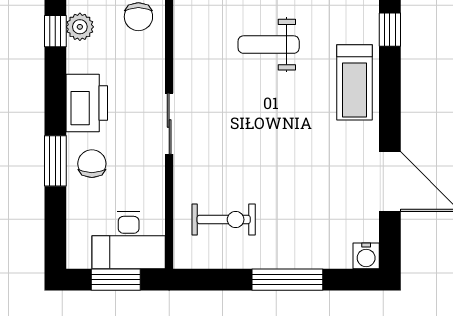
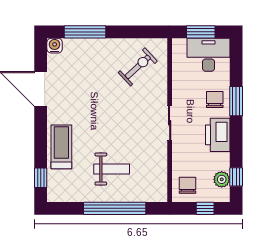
chair: (92, 164) -> (215, 99), turned 180
exercise bike: (224, 220) -> (138, 67), turned 137
desk: (129, 240) -> (208, 55), moved
window: (287, 280) -> (85, 32), moved

